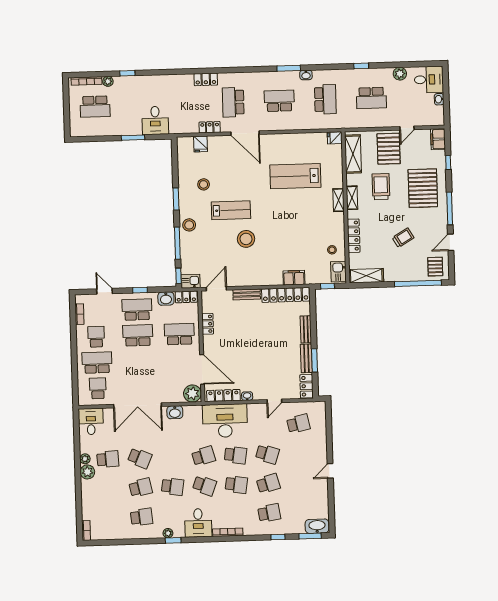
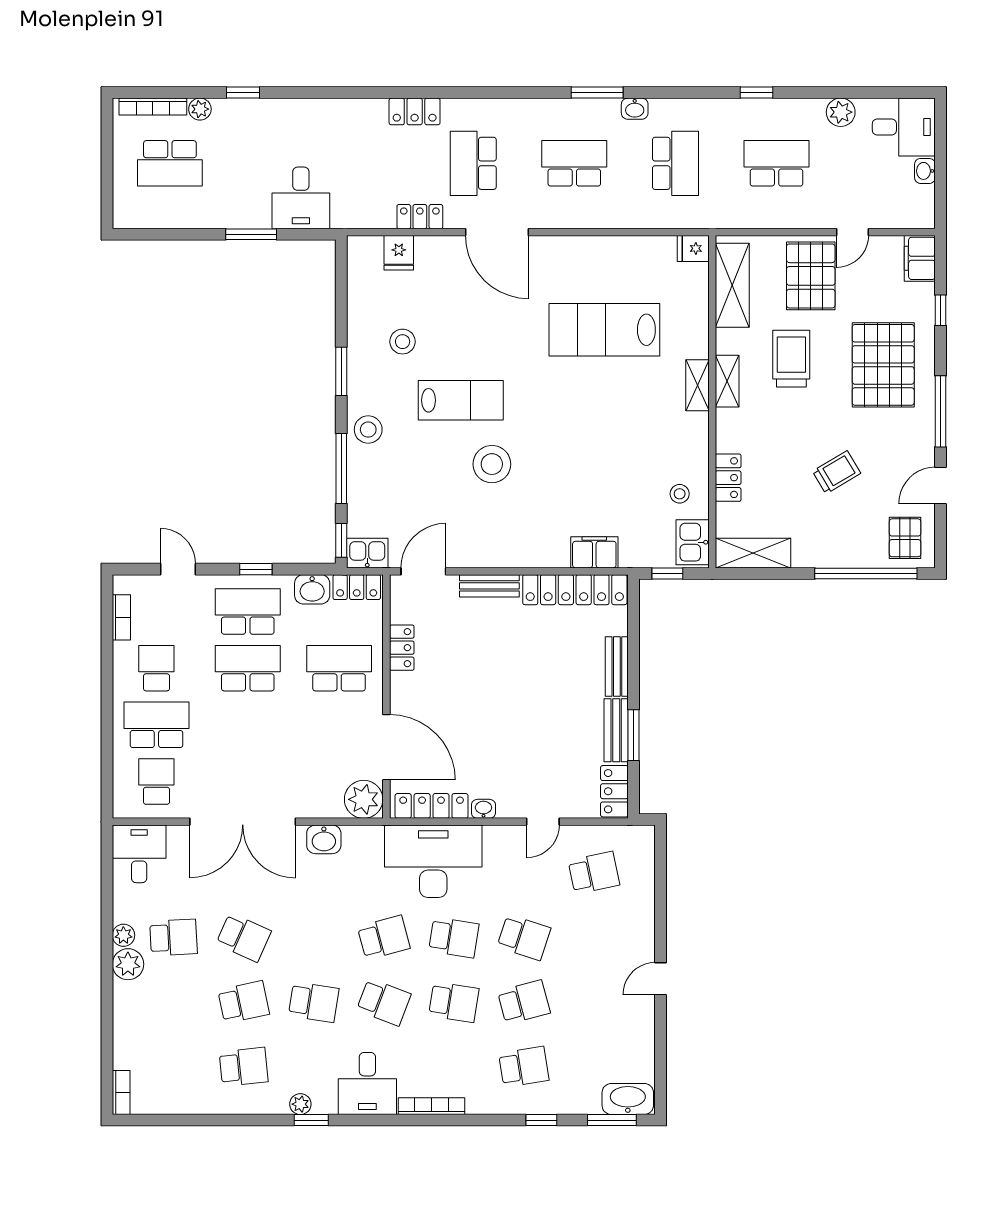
school desk: (371, 98) -> (777, 163), turned 180
locker: (354, 236) -> (728, 478), width x0.66

